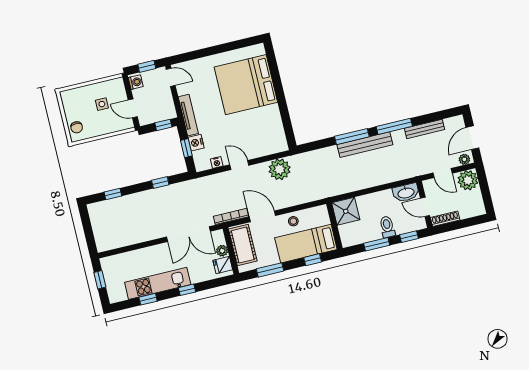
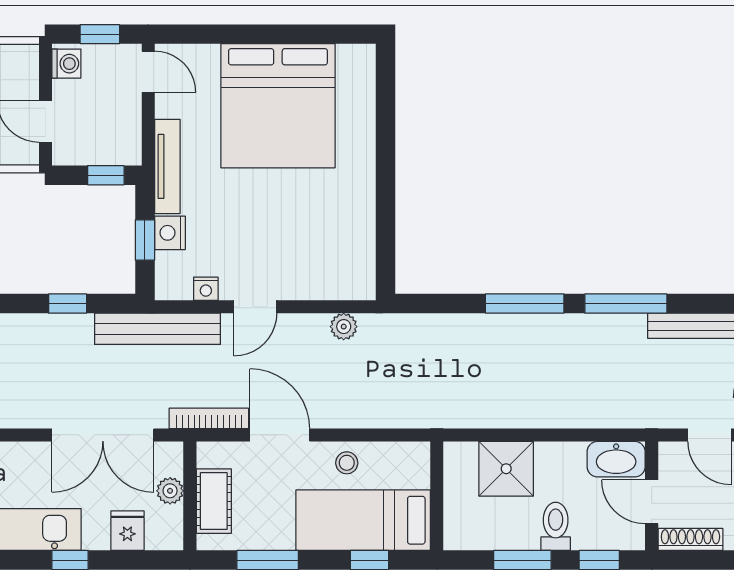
bed: (246, 85) -> (278, 106), moved, turned -90
bench: (365, 145) -> (157, 329), moved
door: (239, 165) -> (255, 307), swing flipped
plant: (280, 169) -> (344, 327), width x0.53, depth x0.53
shower: (346, 211) -> (506, 469), moved
cot: (243, 245) -> (214, 501), width x0.73, depth x0.75
fridge: (223, 265) -> (127, 531), moved, turned 90

